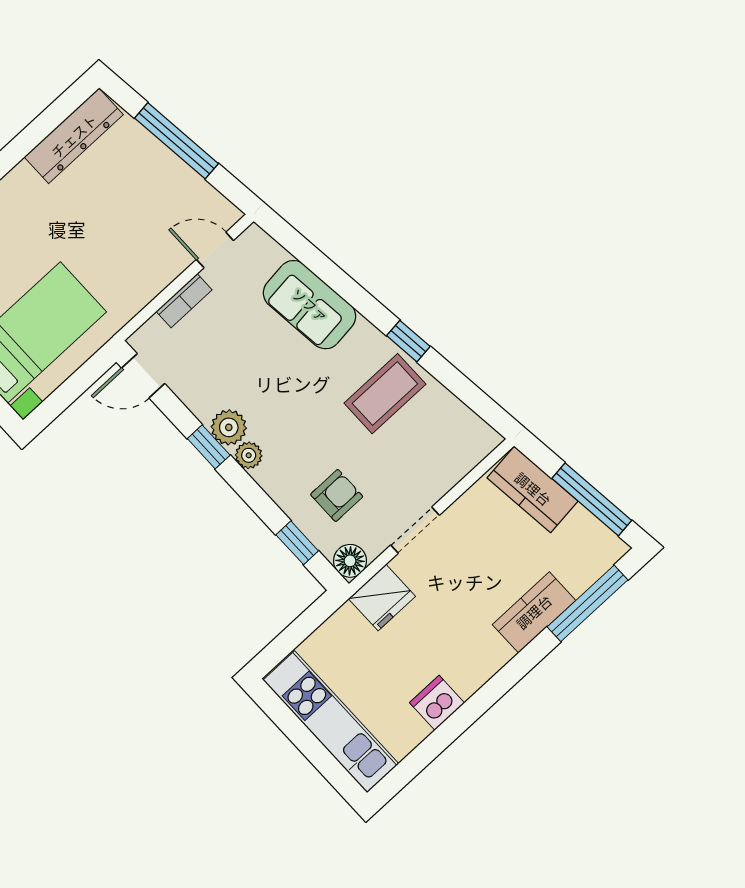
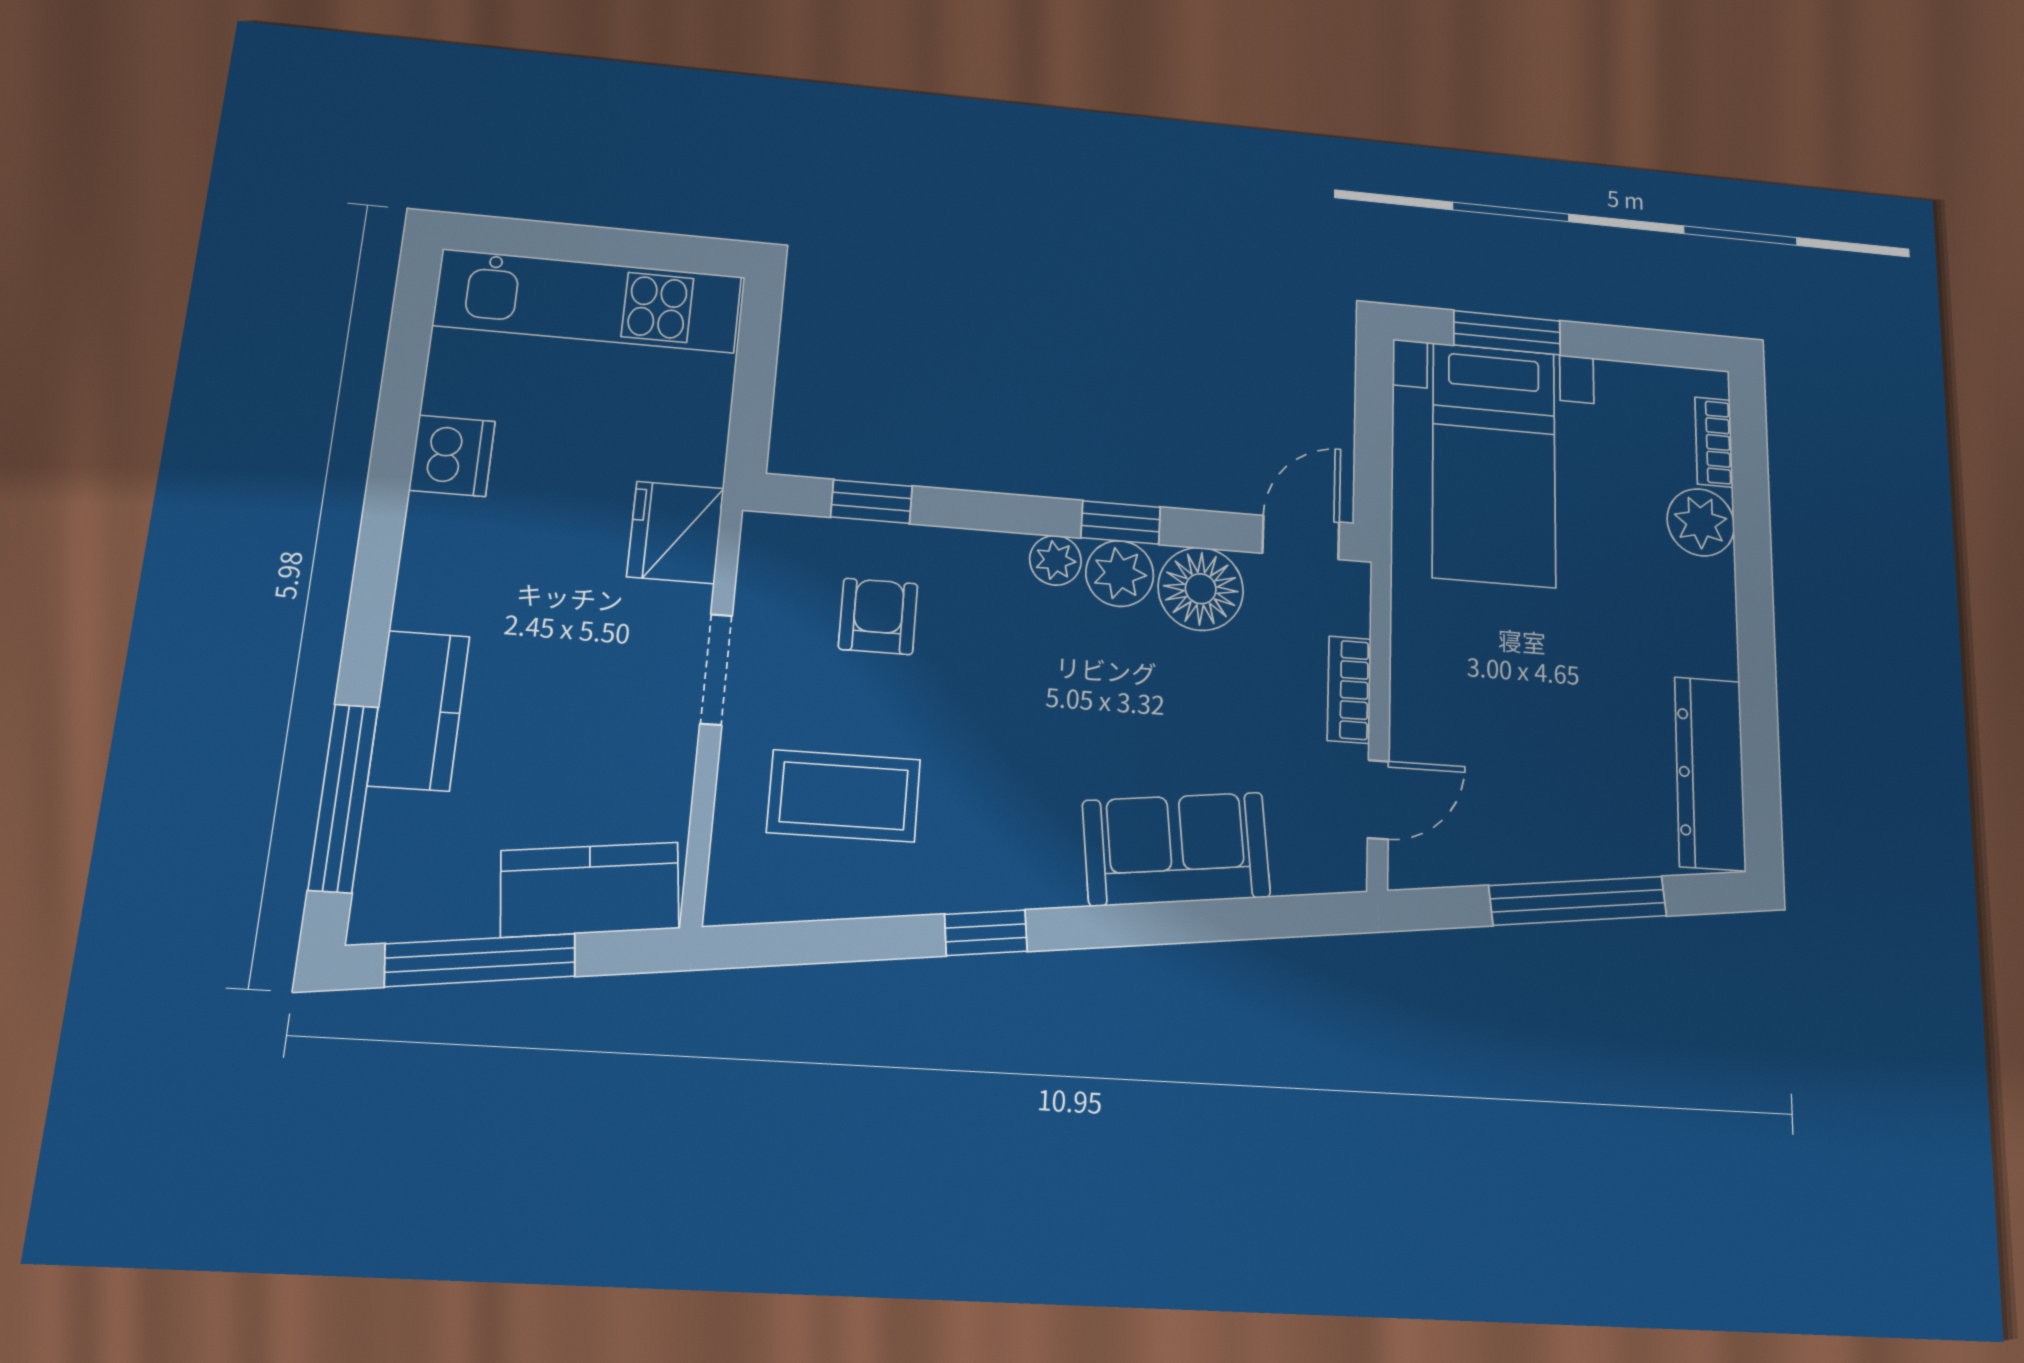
coffee table: (385, 394) -> (844, 796), moved, turned 90
armchair: (337, 495) -> (878, 616), turned 180
floor lamp: (350, 561) -> (1201, 589), moved, width x1.38, depth x1.38

